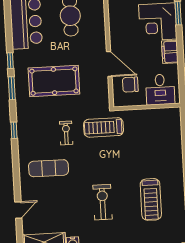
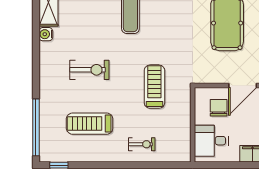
treadmill: (104, 127) -> (154, 87), moved
exercise bike: (66, 133) -> (142, 144), moved

